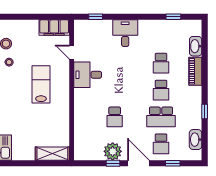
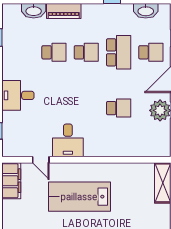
door: (72, 52) -> (41, 160), hinge flipped
lab bench: (41, 84) -> (79, 197), width x1.36, depth x1.39

